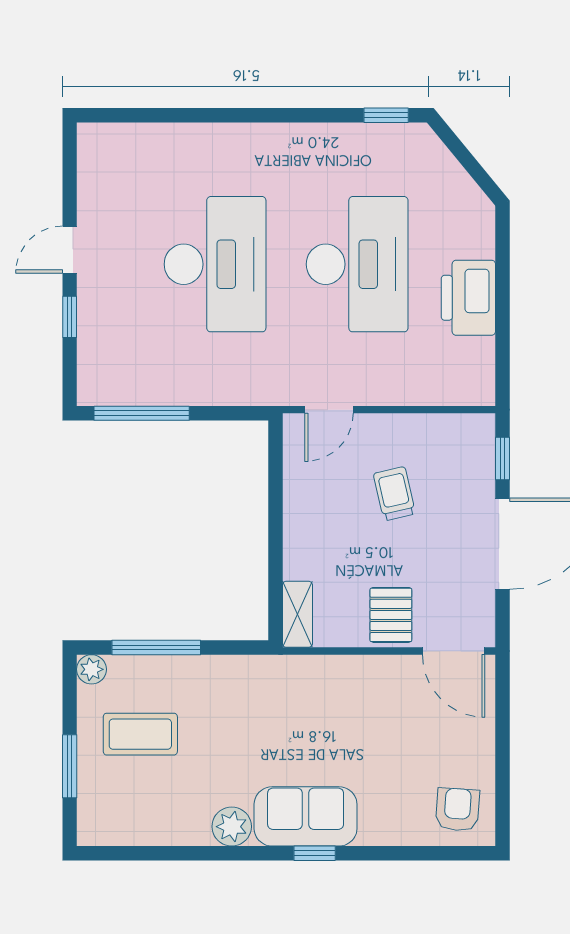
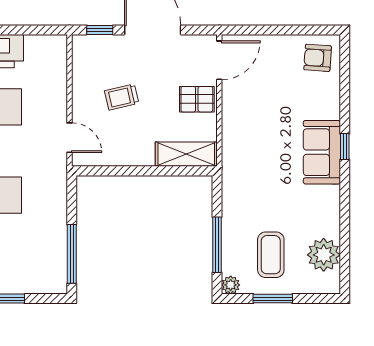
shelving: (297, 614) -> (186, 154), width x1.50, depth x1.33
window: (70, 766) -> (273, 299), moved
plant: (232, 827) -> (324, 255), moved, width x1.36, depth x1.36

